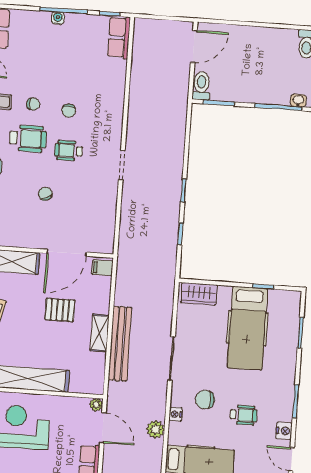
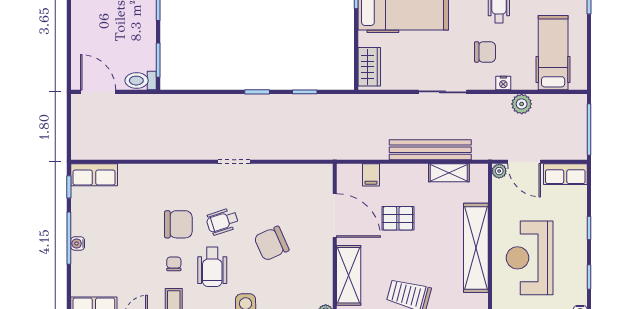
chair: (69, 111) -> (178, 224), width x1.87, depth x1.87
wheelchair: (28, 139) -> (212, 267), turned 180
wheelchair: (68, 151) -> (222, 221), turned 72
chair: (45, 194) -> (271, 244), width x1.87, depth x1.87
filing cabinet: (102, 268) -> (371, 175), moved
pallet: (60, 310) -> (398, 218), turned 90
shelving: (100, 333) -> (449, 173), moved
chair: (205, 400) -> (485, 52), turned -90
door: (103, 428) -> (524, 162), swing flipped

